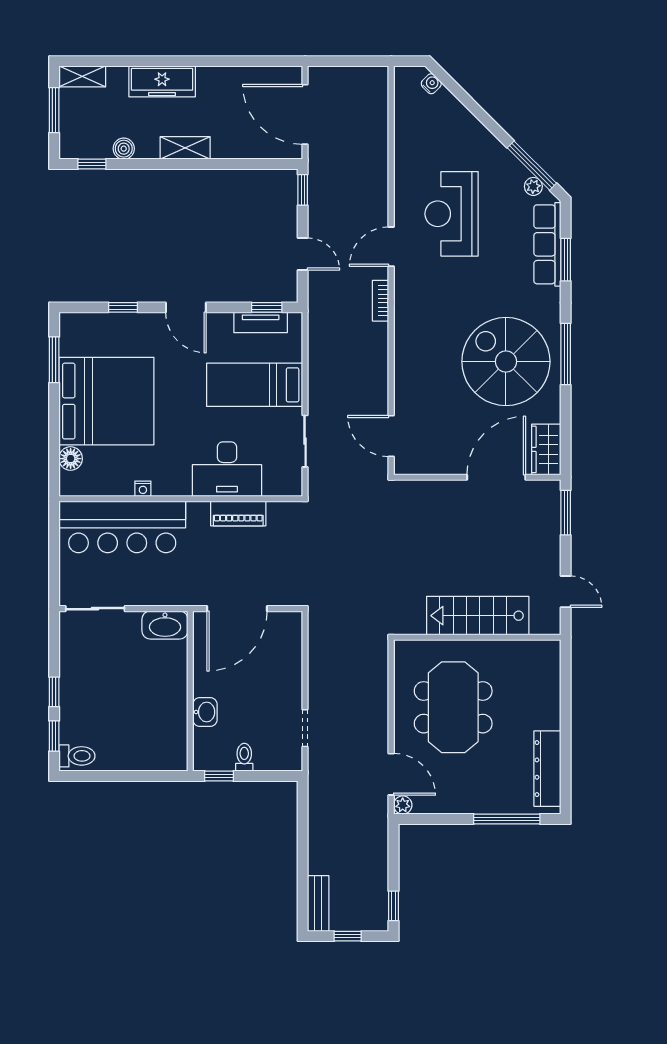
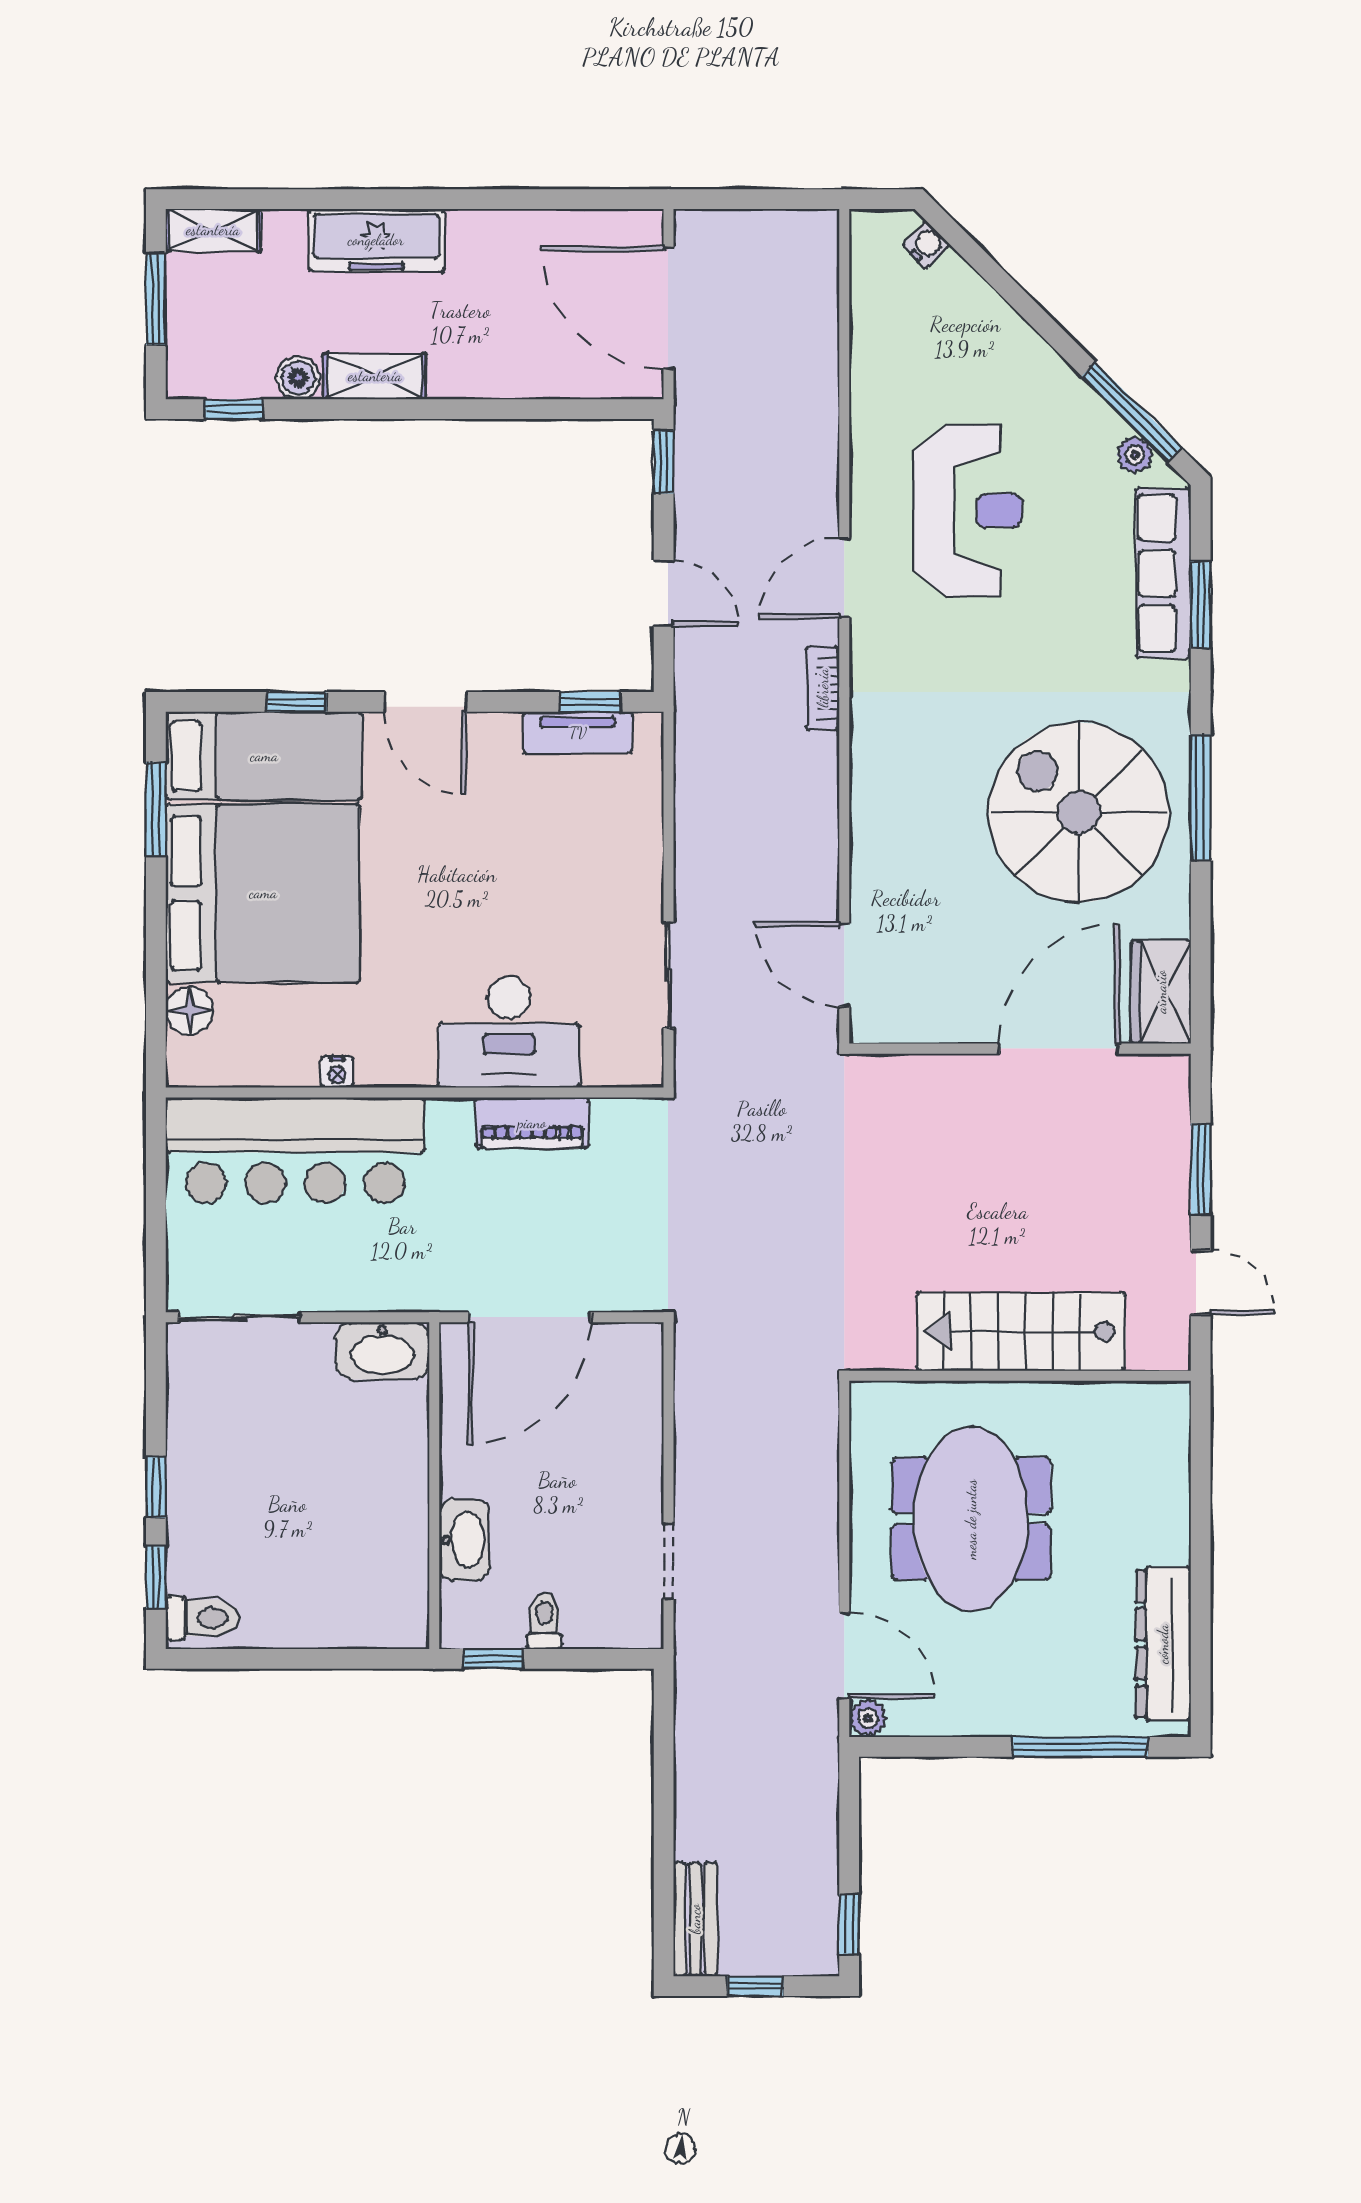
shelving: (185, 148) -> (375, 376), moved
reception desk: (452, 214) -> (968, 511), turned 180
bed: (255, 385) -> (264, 756), moved, turned 180
window: (566, 513) -> (1201, 1169), moved
washbasin: (205, 712) -> (464, 1540), width x1.38

